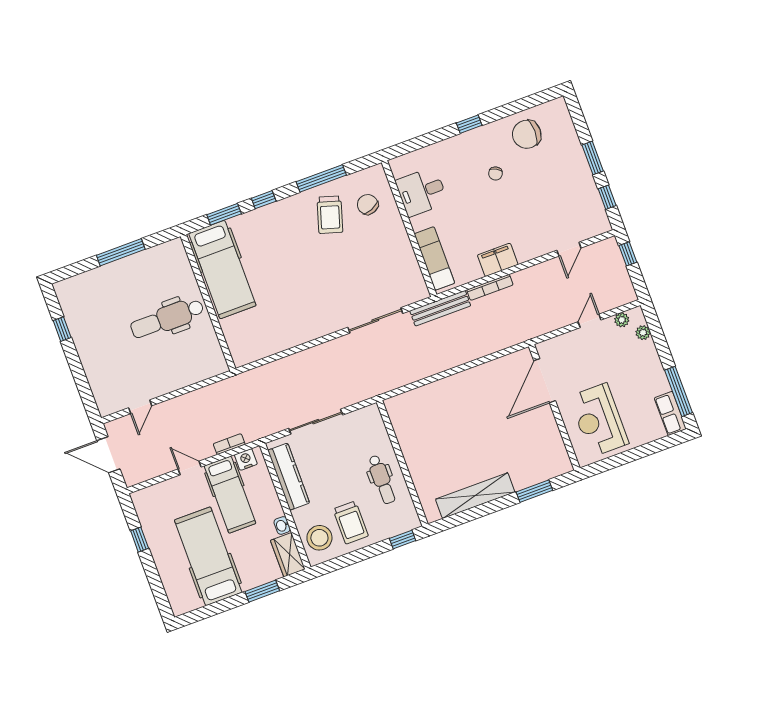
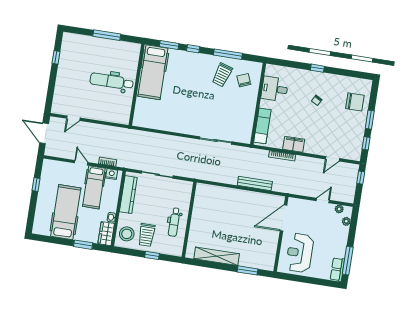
chair: (527, 134) -> (355, 102), moved, turned 180
bench: (440, 308) -> (255, 183), moved
window: (403, 540) -> (152, 255), moved

